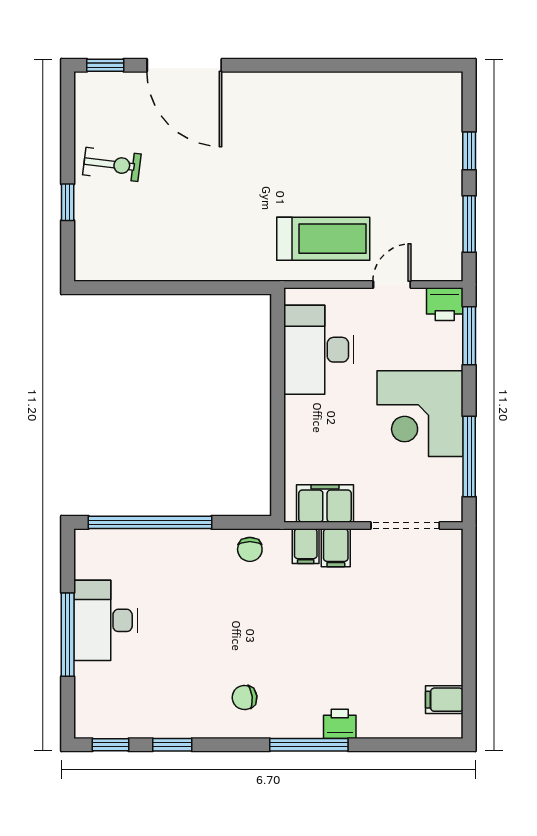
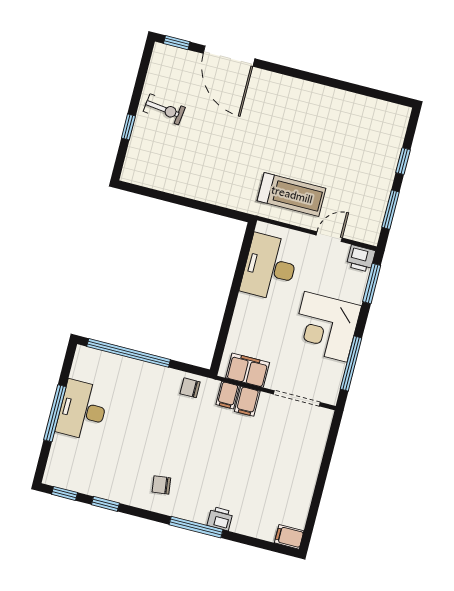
chair: (250, 549) -> (190, 388), turned 90
filing cabinet: (444, 700) -> (289, 537), moved

